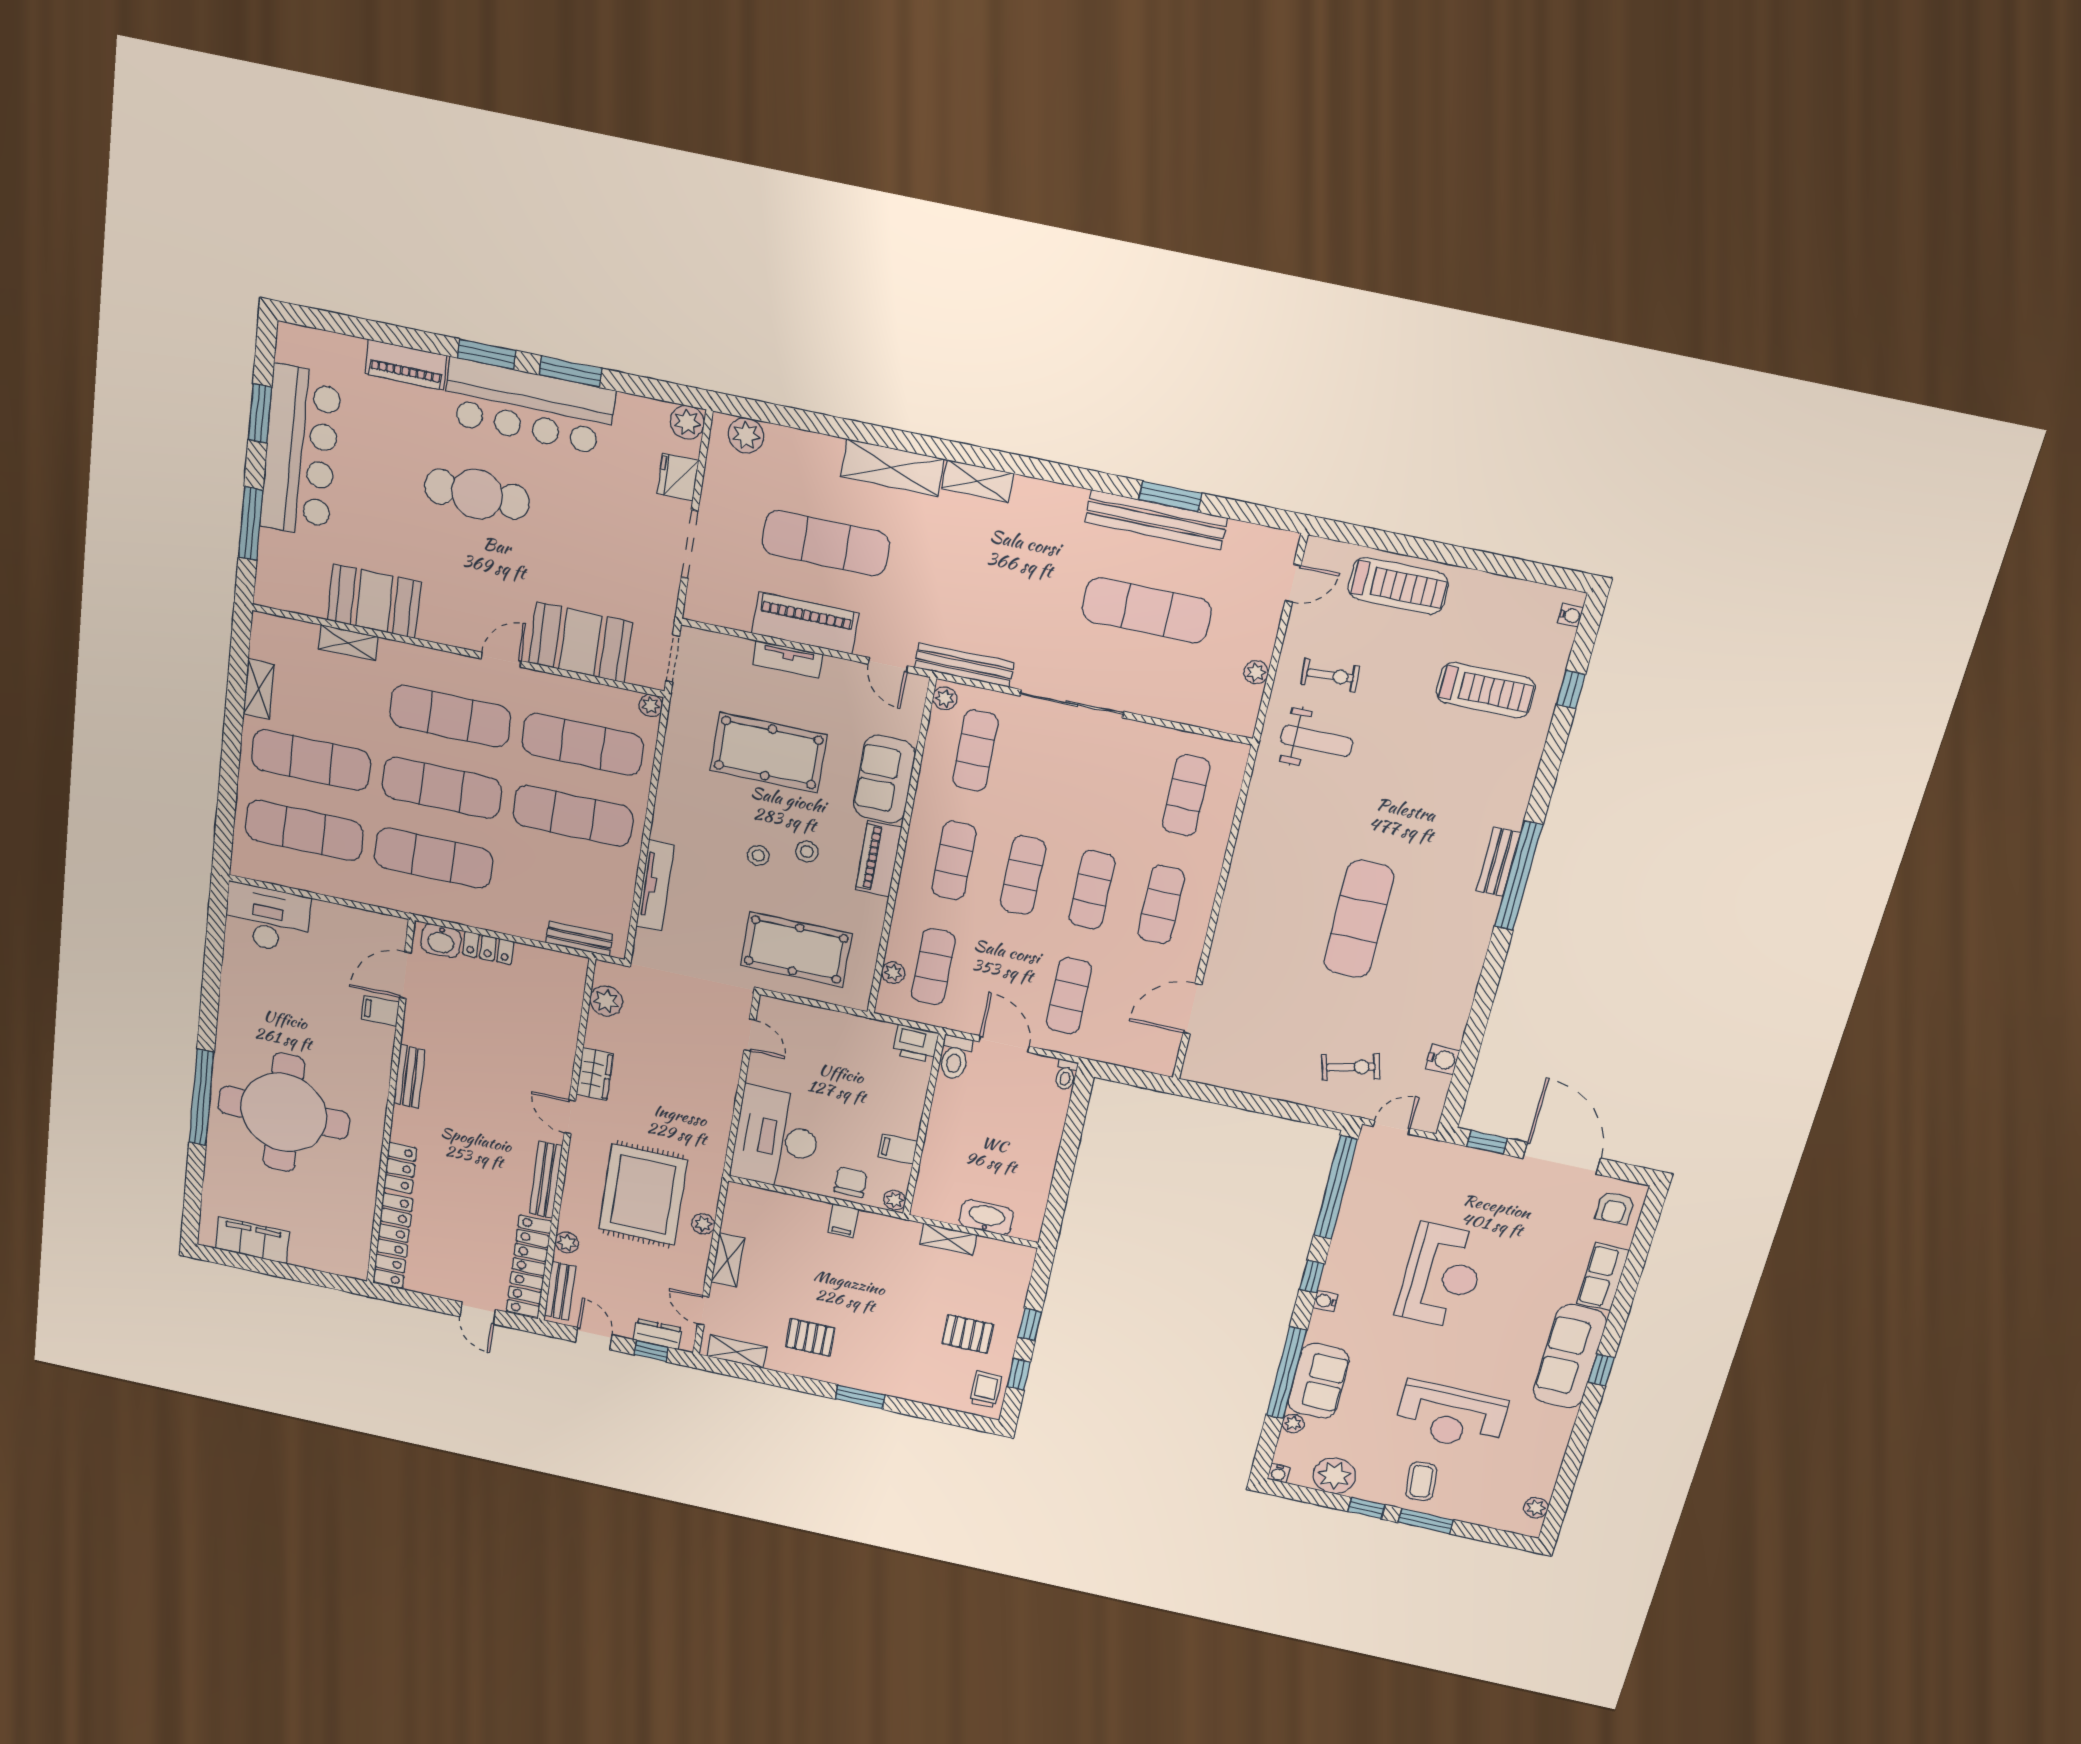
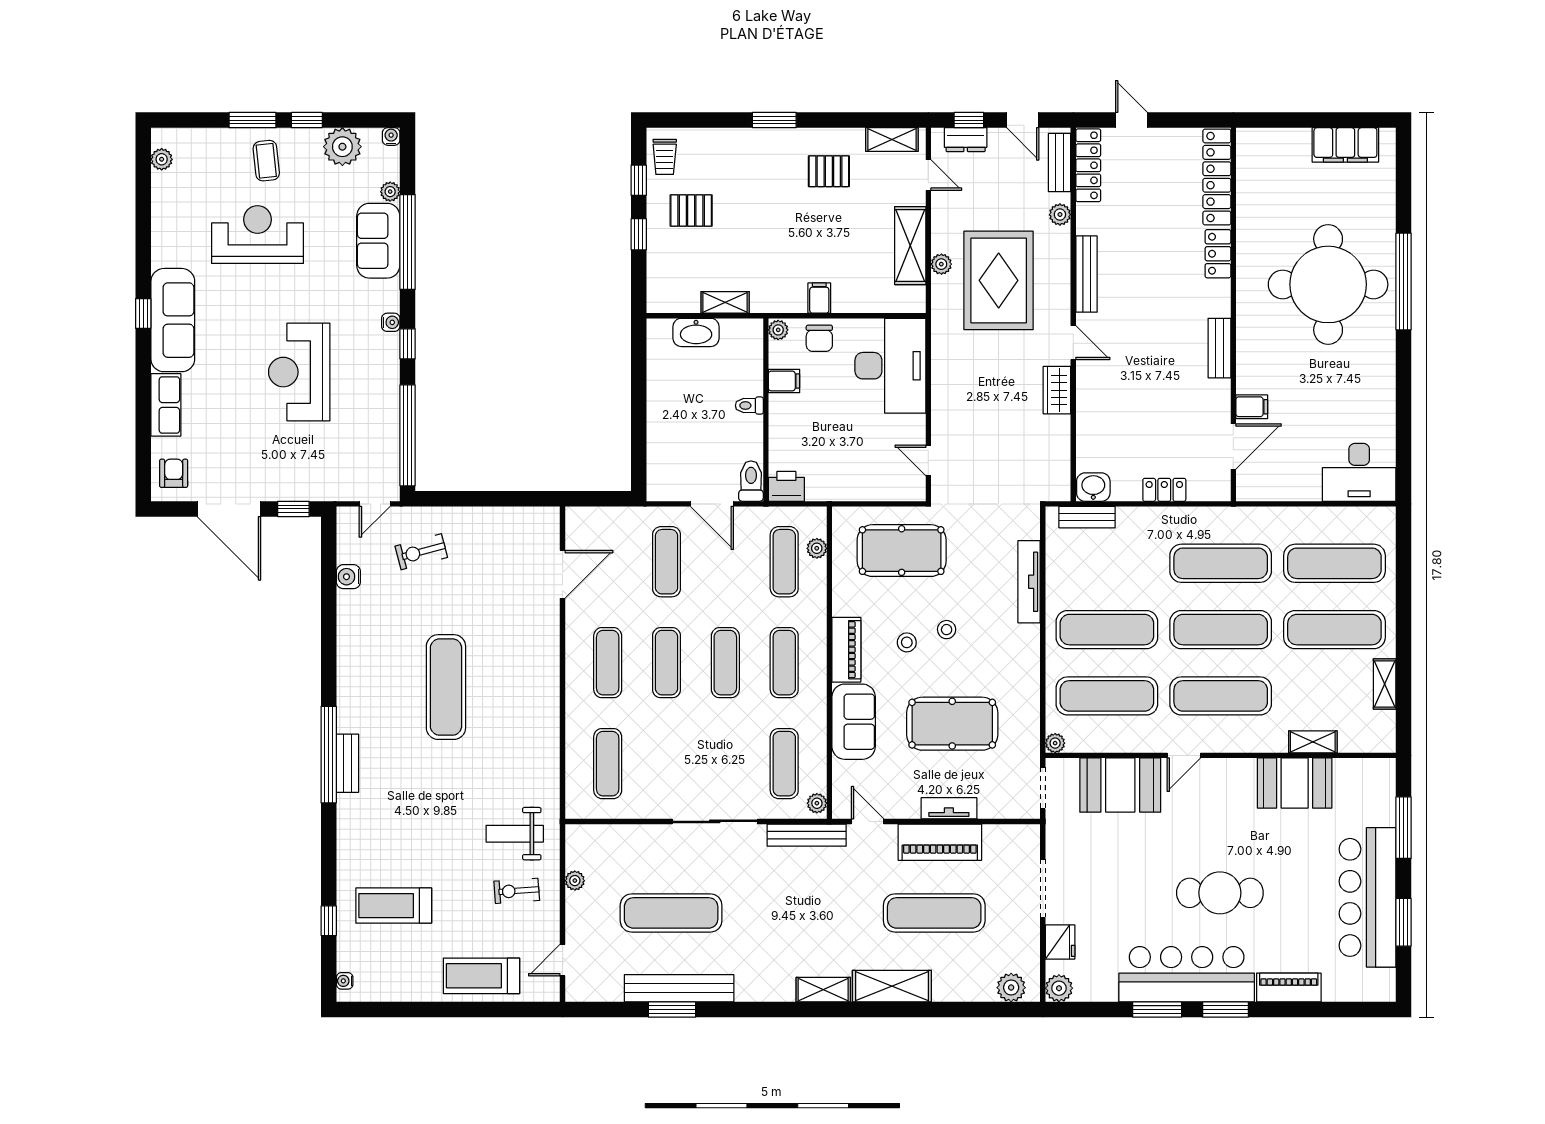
washbasin: (441, 941) -> (1093, 487), moved
plant: (606, 1001) -> (1056, 463), removed
toilet: (1066, 1075) -> (749, 406), moved, turned -90
shelving: (728, 1260) -> (910, 246), width x1.50, depth x1.33
locker: (529, 1267) -> (1088, 165), width x0.71, depth x0.83

